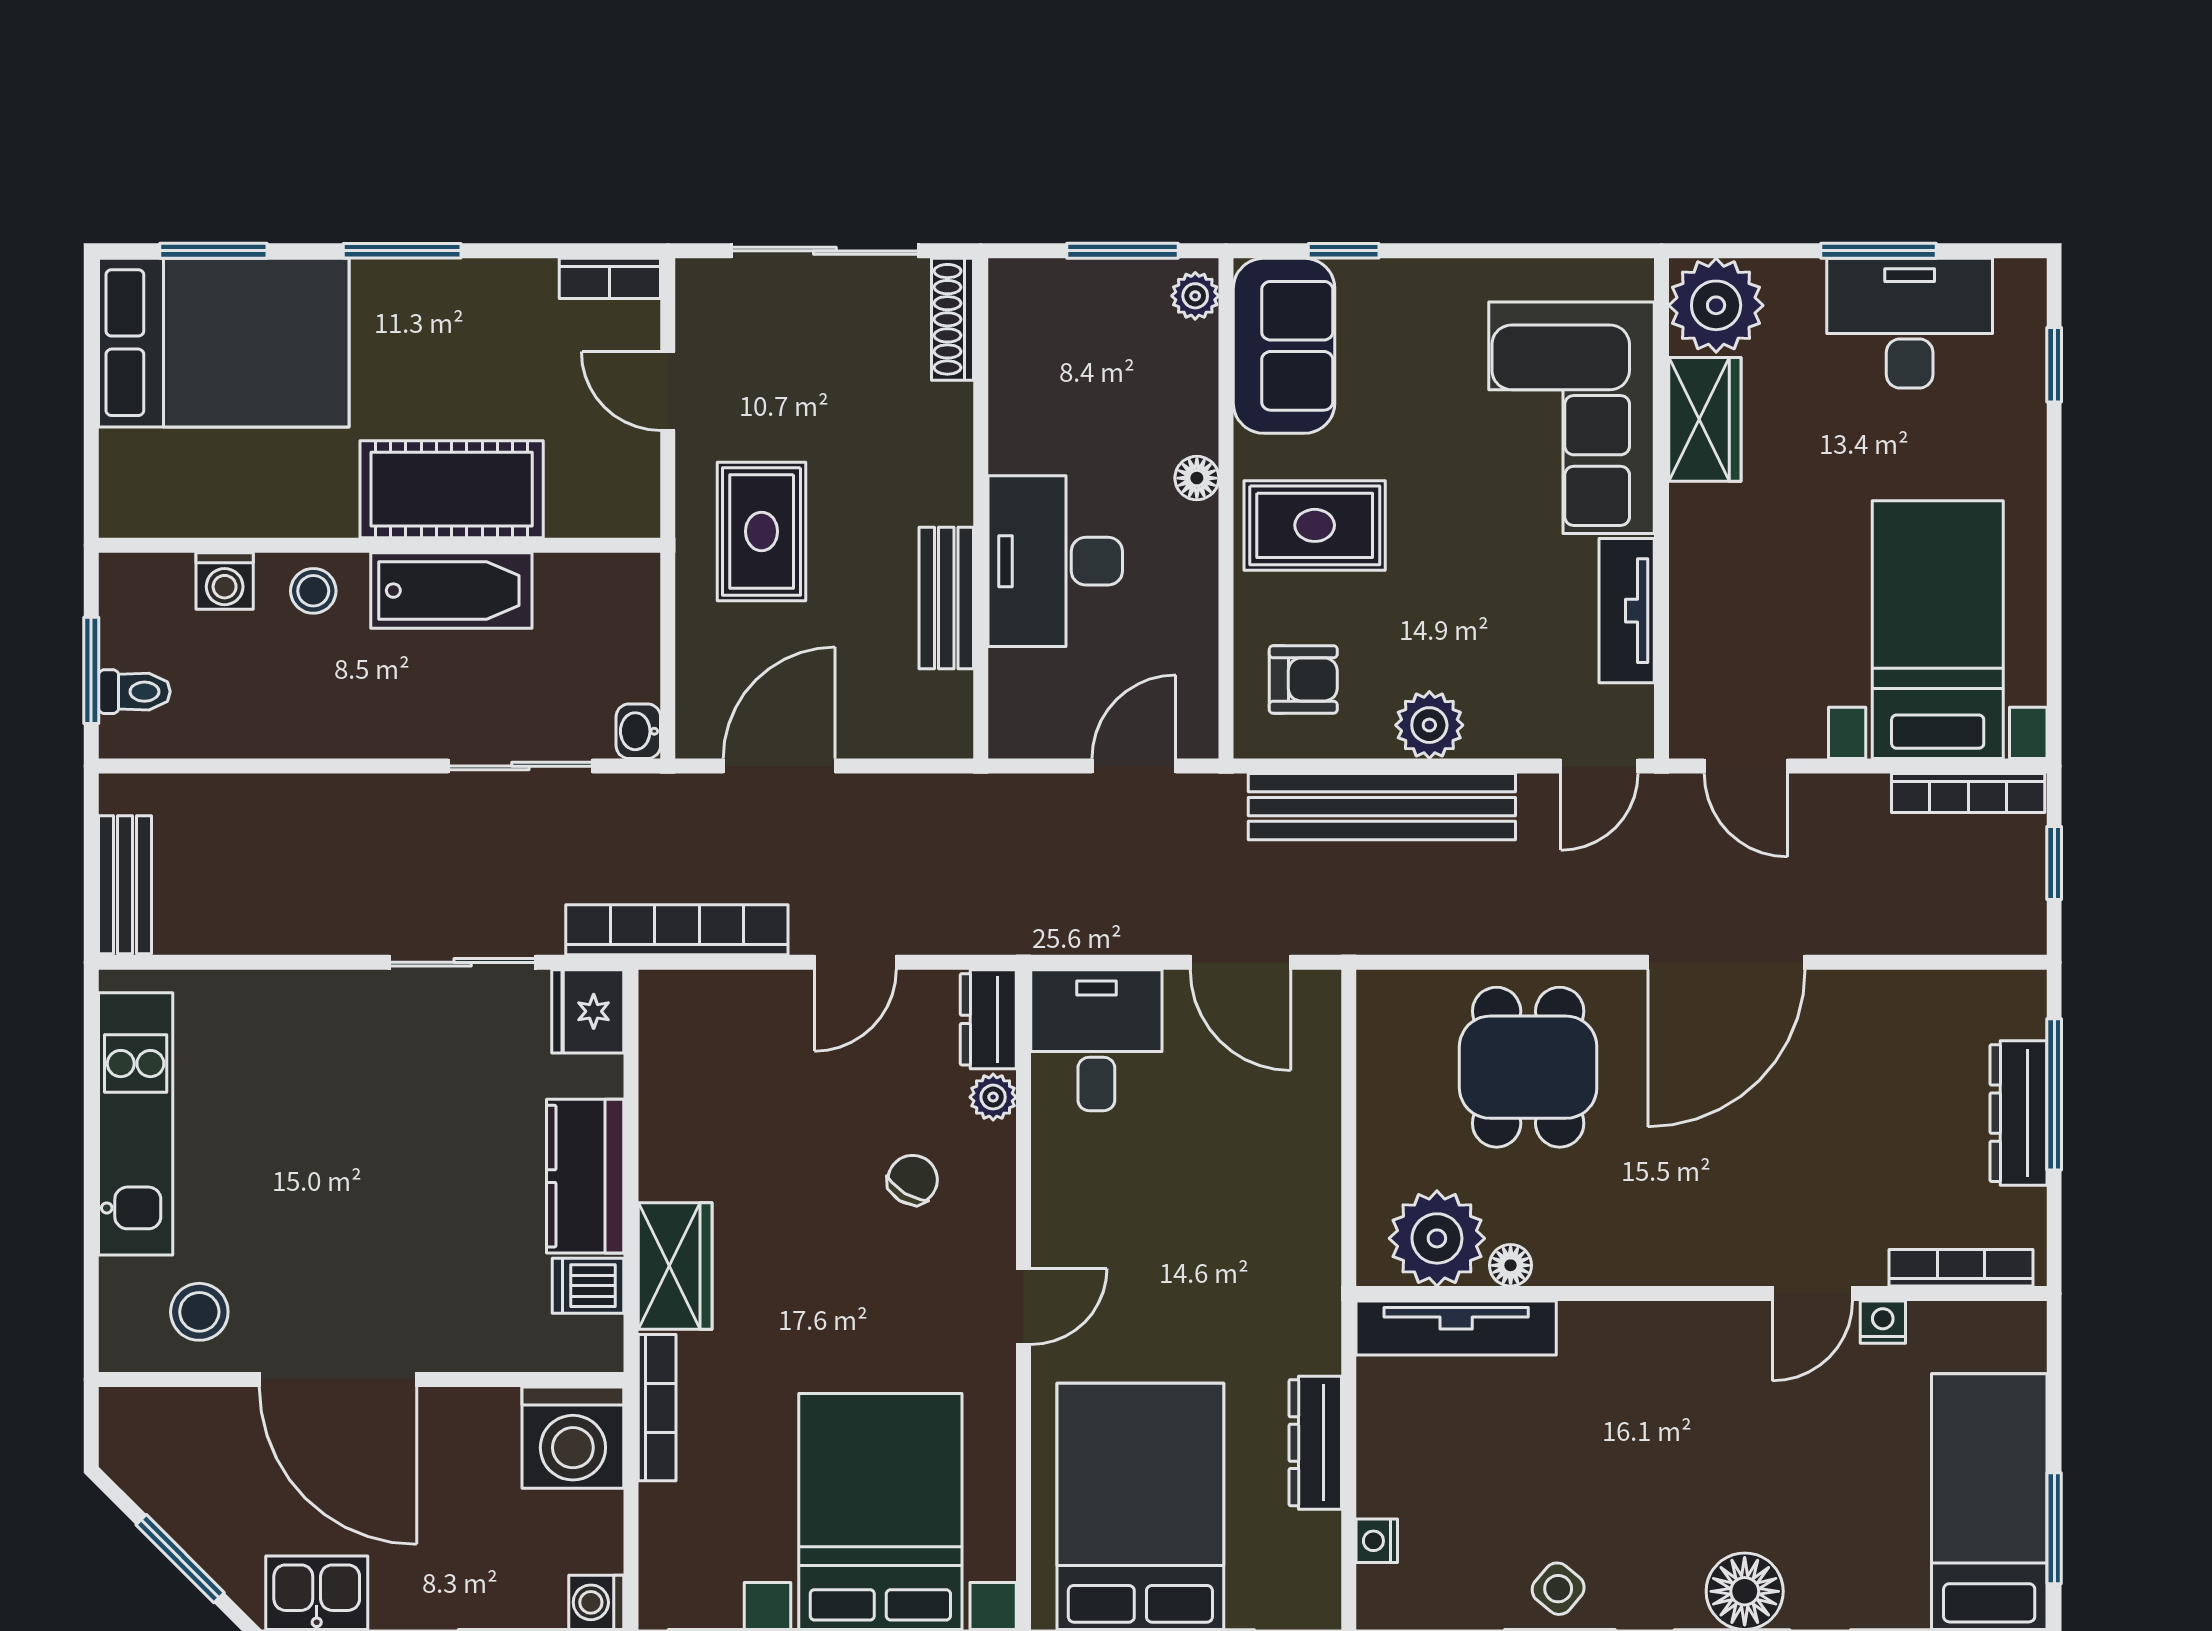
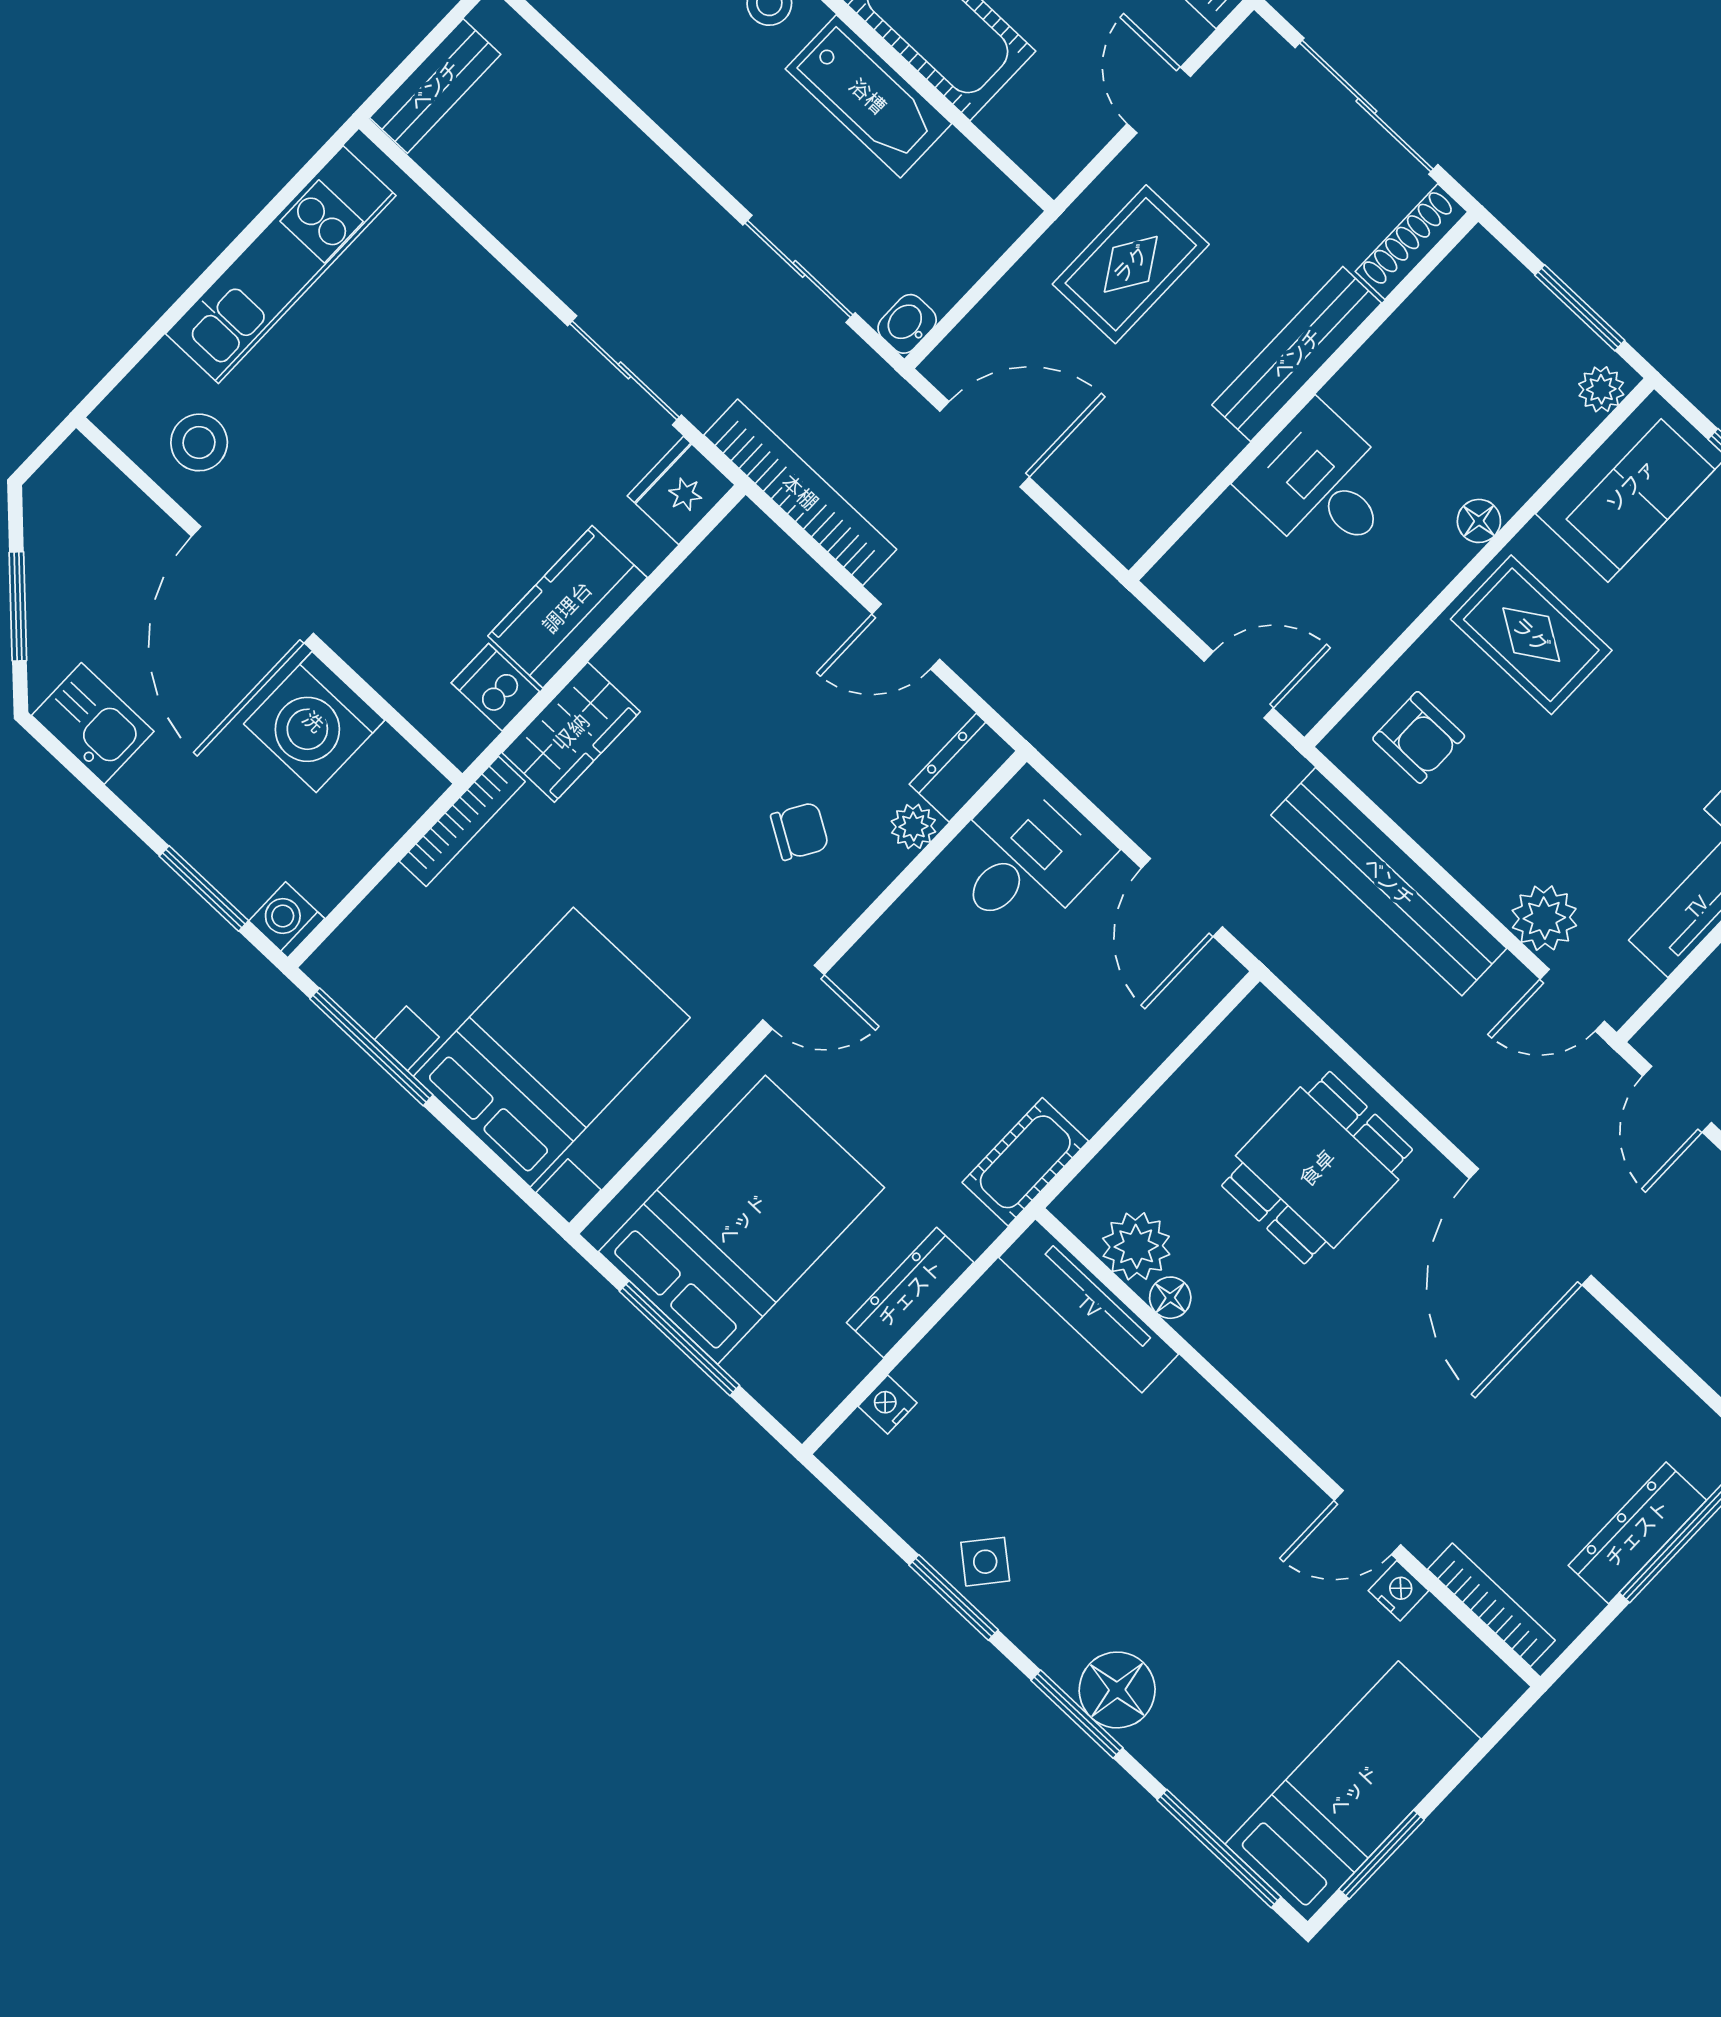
desk: (1055, 561) -> (1321, 485), width x0.73
bench: (946, 598) -> (1297, 354), moved, width x1.36
plant: (1429, 725) -> (1544, 918), moved
door: (1726, 962) -> (1530, 1227), hinge flipped
plant: (1437, 1238) -> (1136, 1246), width x0.73, depth x0.73
cot: (1309, 1266) -> (1025, 1162), added
washing machine: (573, 1438) -> (314, 722), moved

